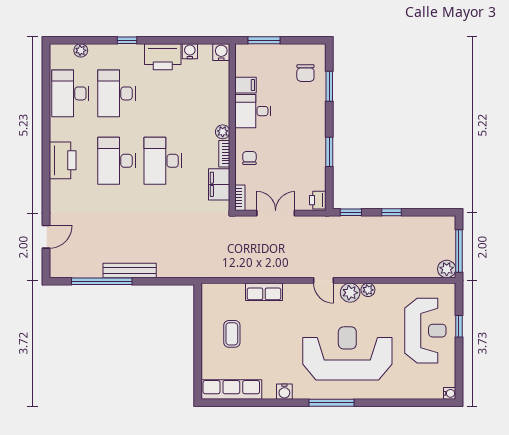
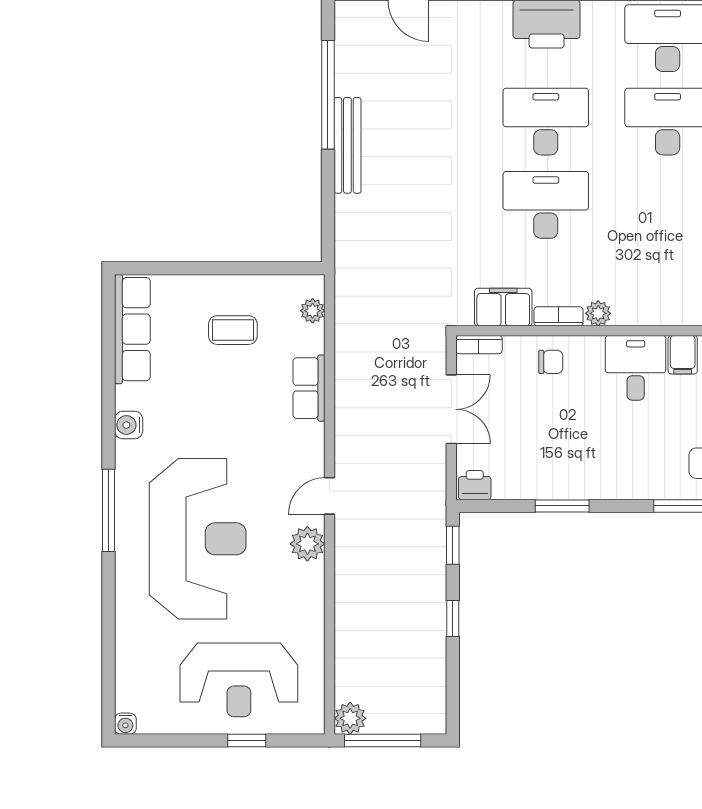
plant: (368, 290) -> (313, 311), moved

